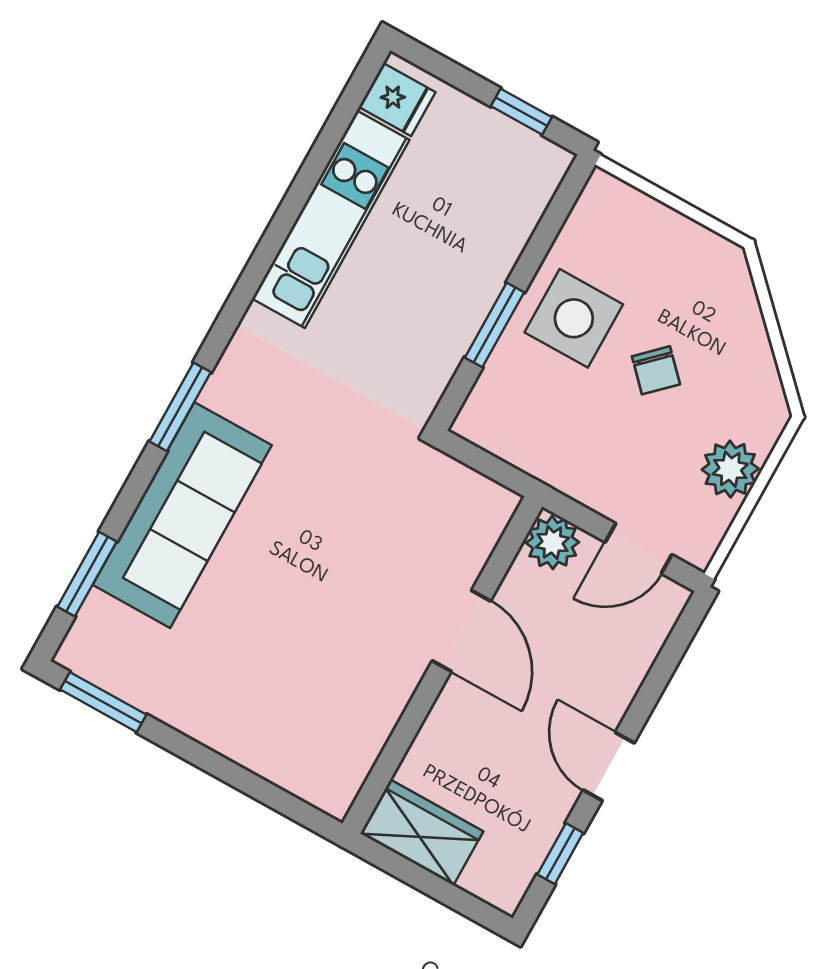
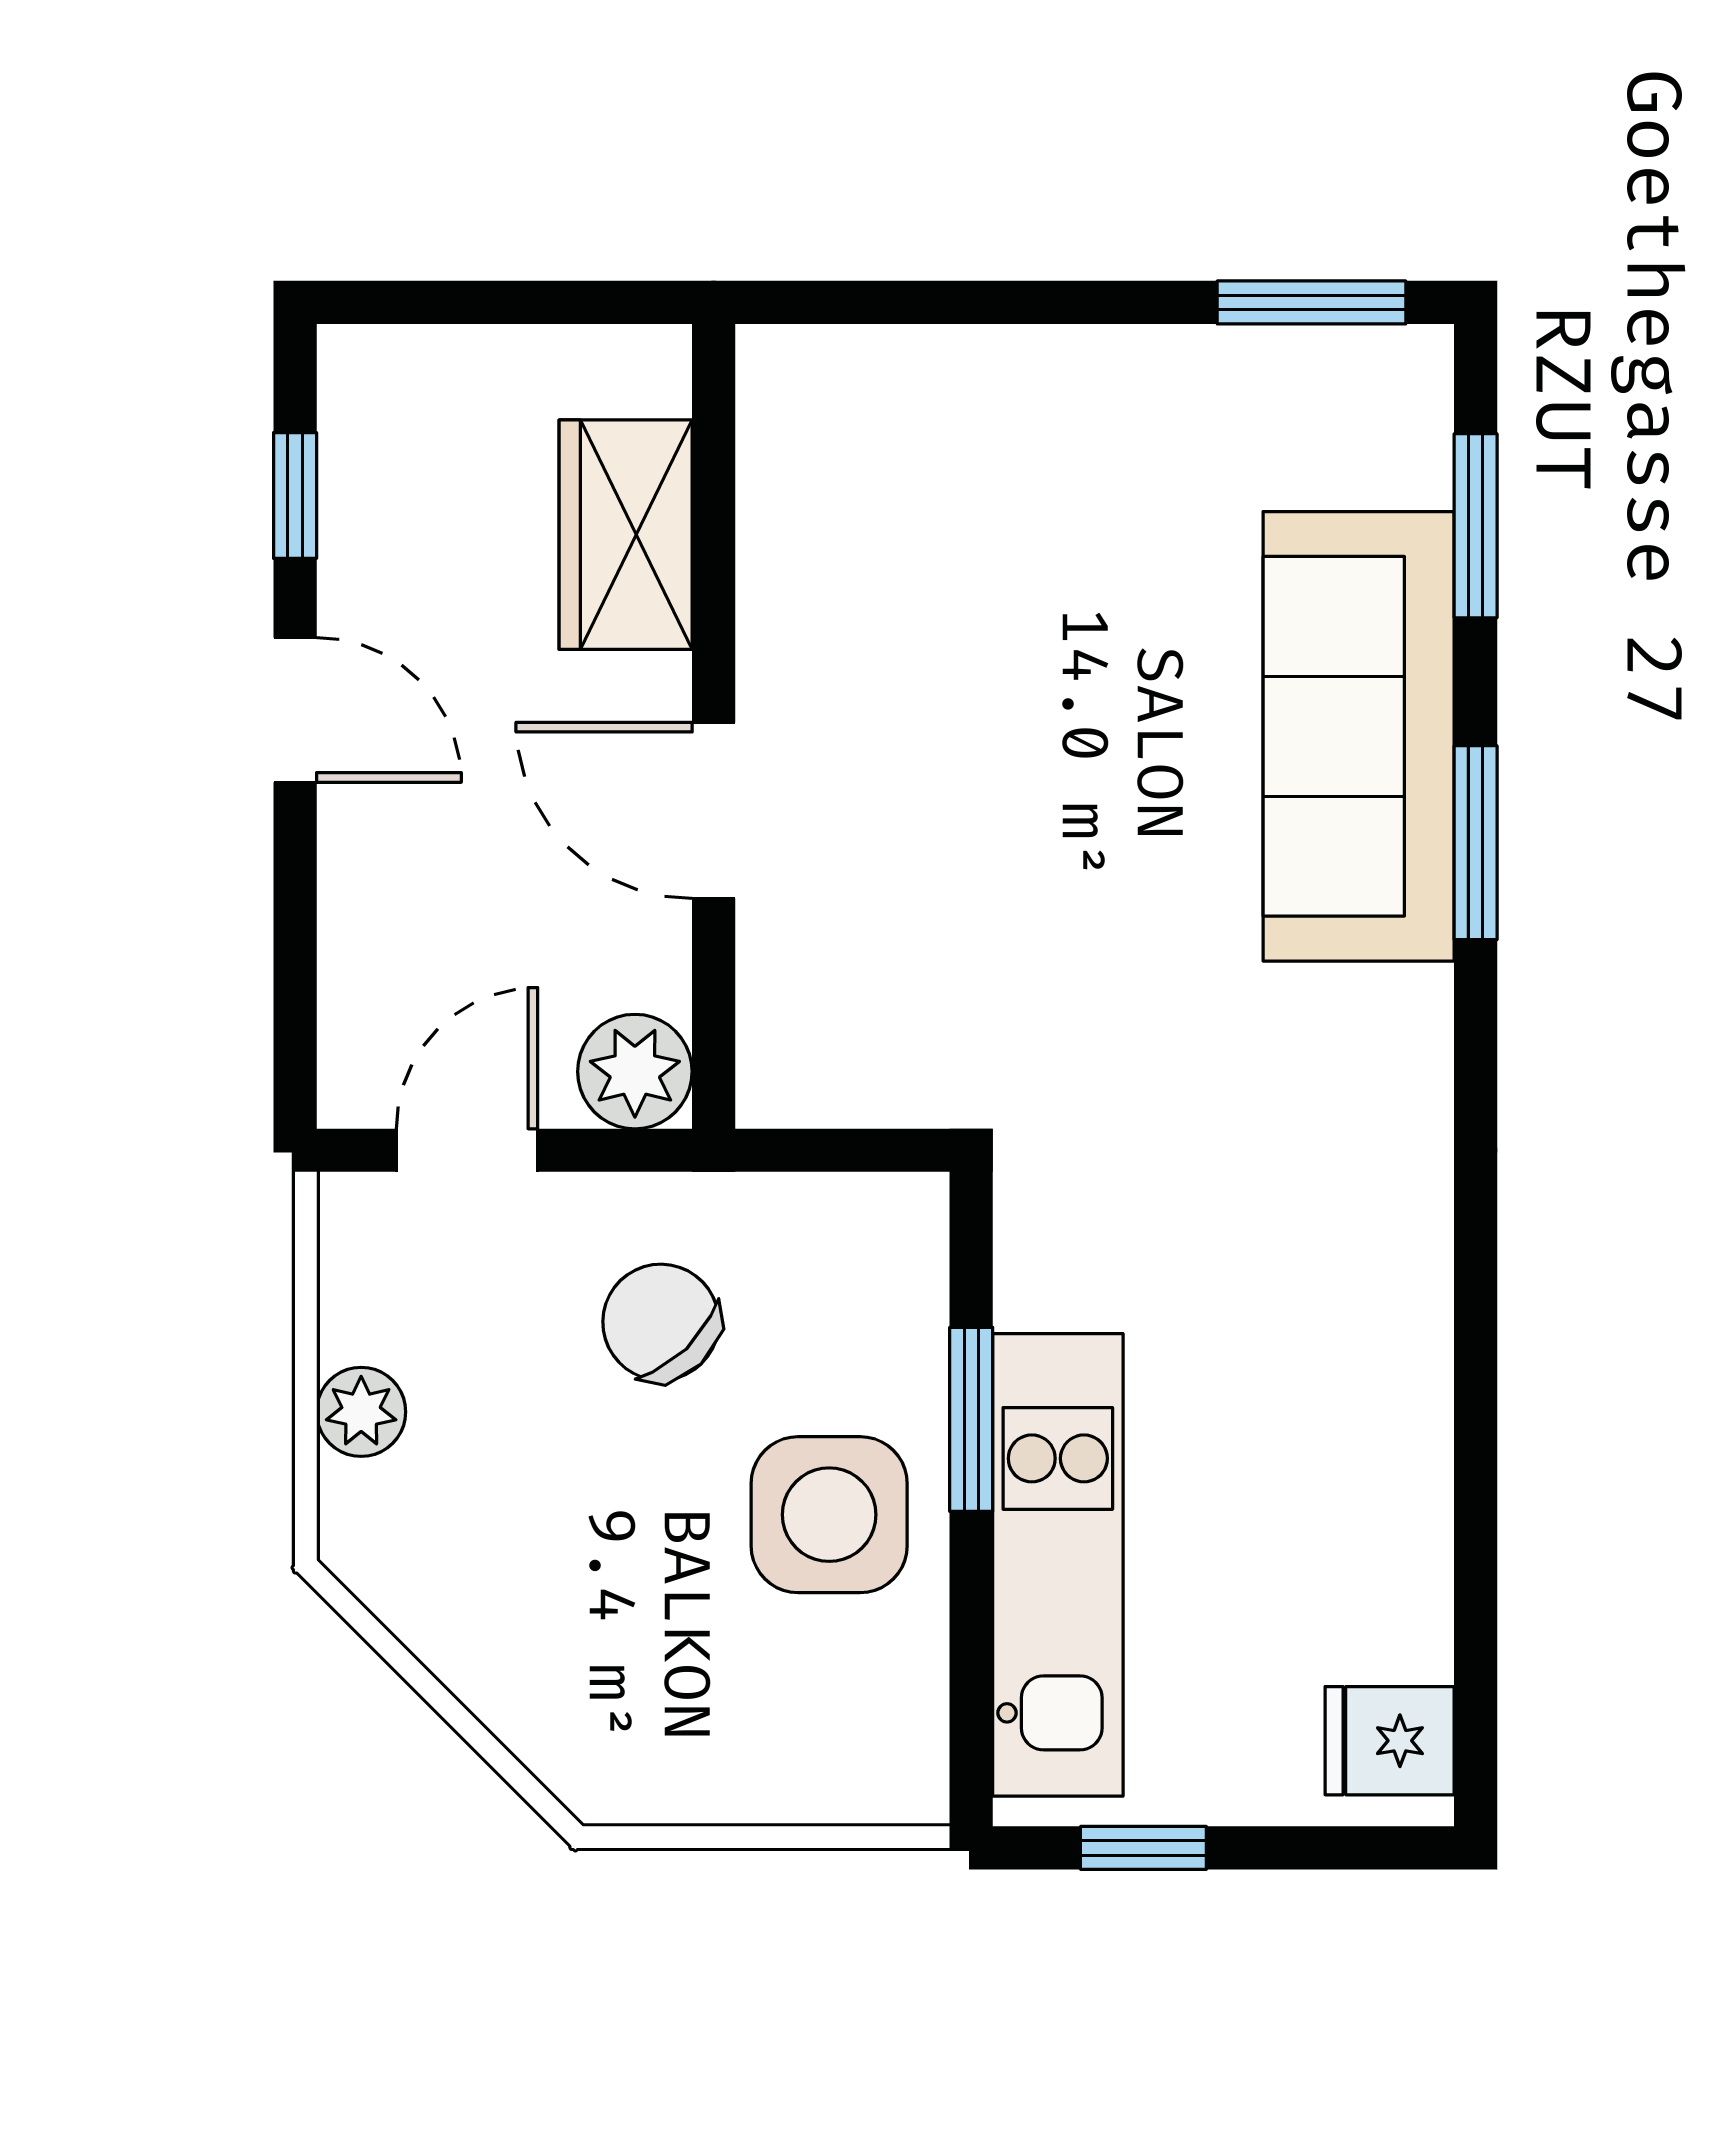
kitchen unit: (331, 219) -> (1058, 1565), moved, turned 180
chair: (656, 370) -> (661, 1322), moved, width x1.37, depth x1.37
window: (180, 407) -> (1476, 843), moved
plant: (730, 469) -> (361, 1412), width x0.73, depth x0.73
wardrobe: (422, 832) -> (626, 535), moved, turned 90

